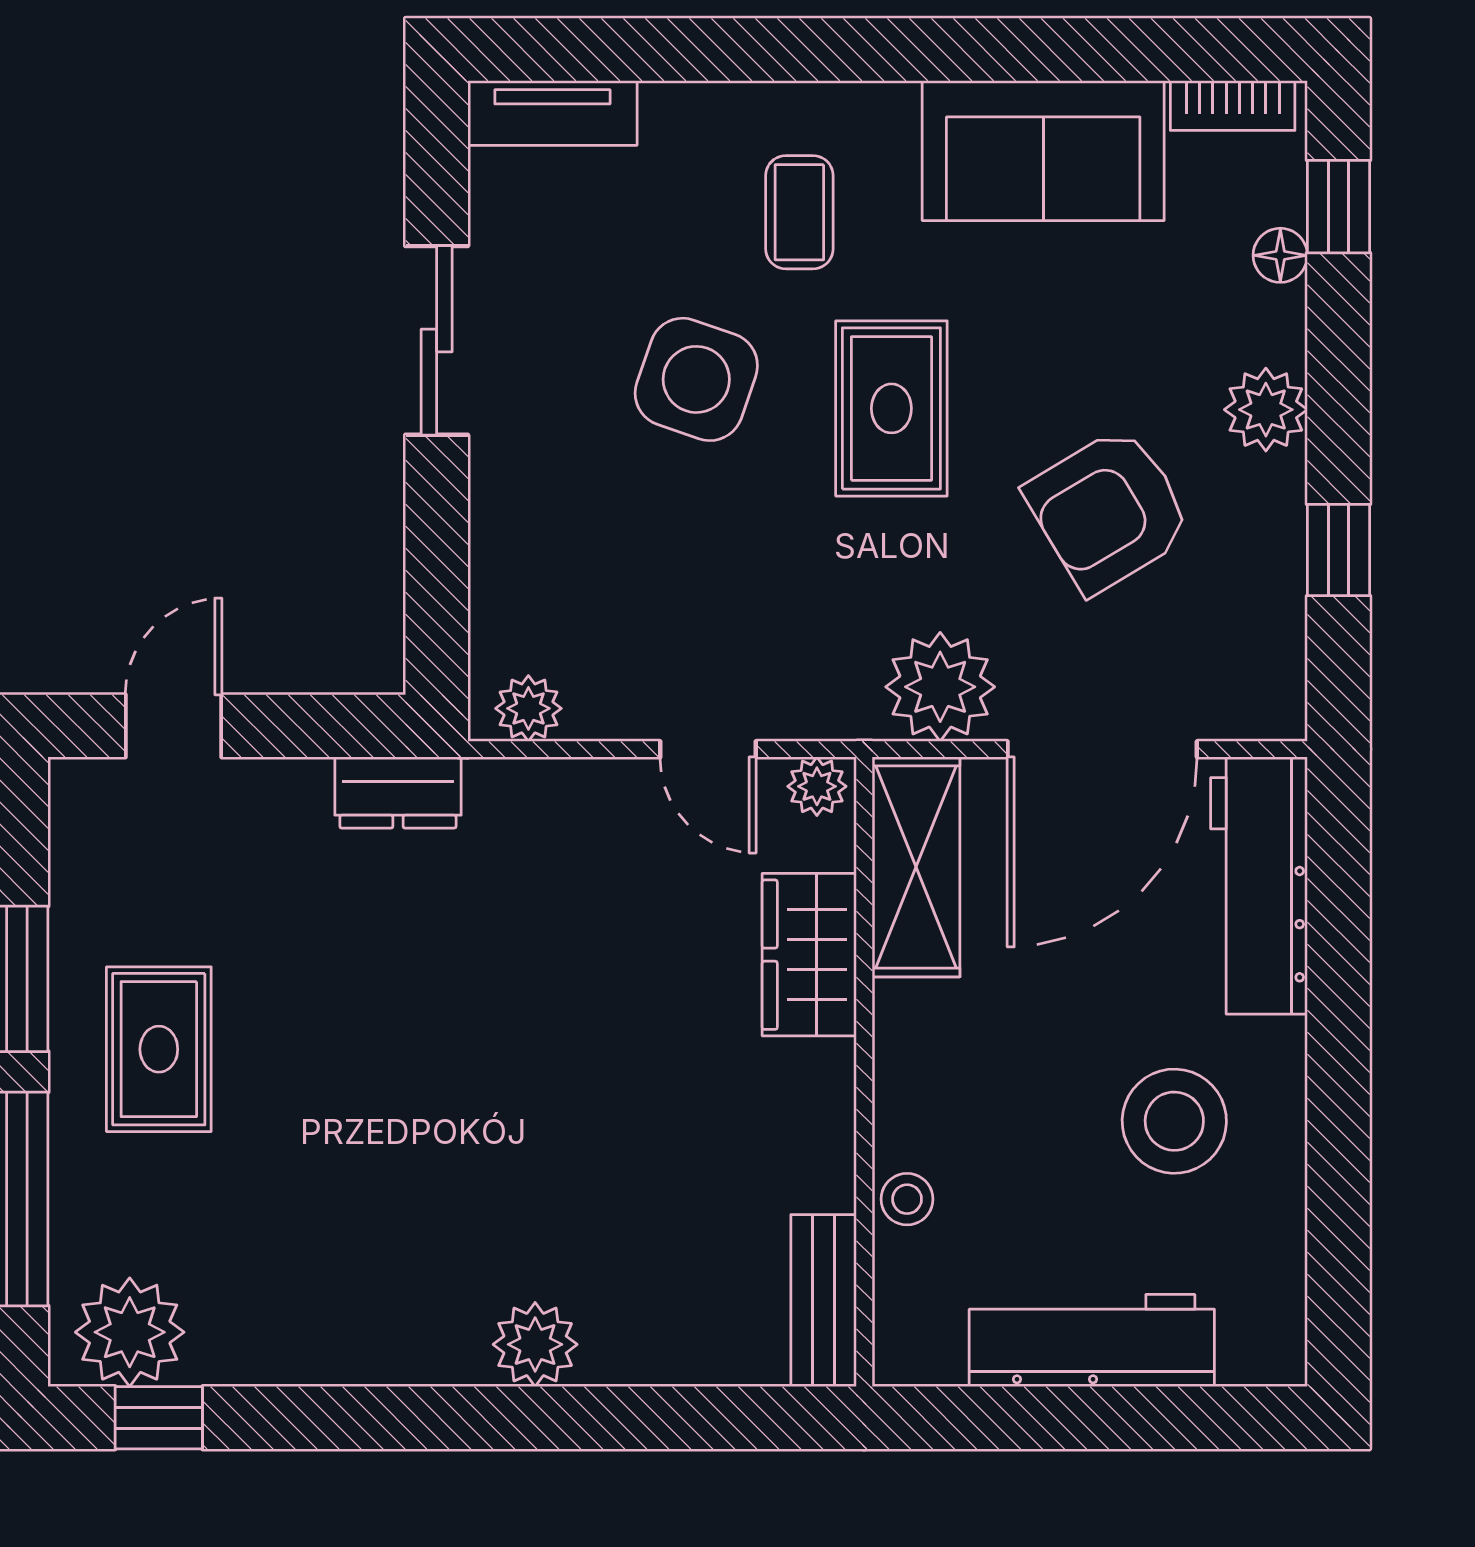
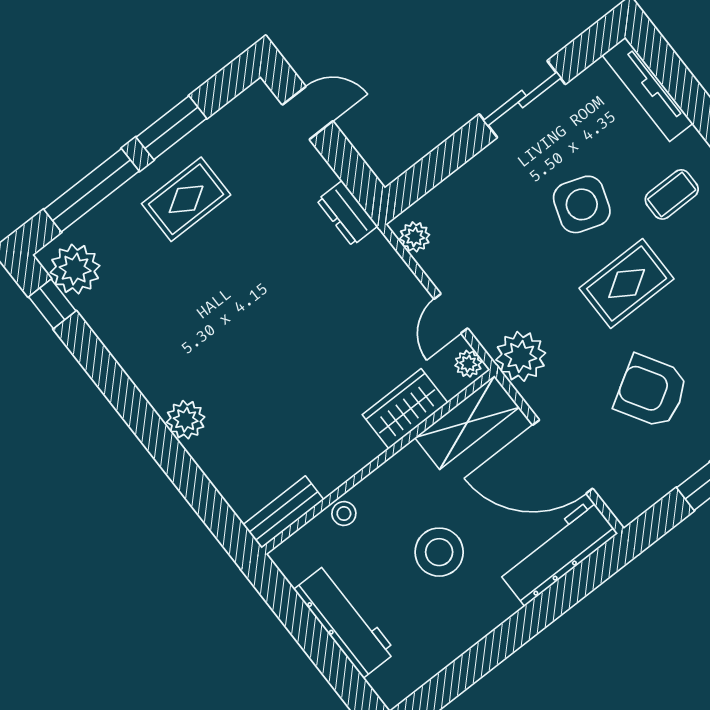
tv unit: (552, 113) -> (648, 89), width x1.41
plant: (940, 687) -> (521, 356), moved
stool: (1174, 1121) -> (439, 552), moved

